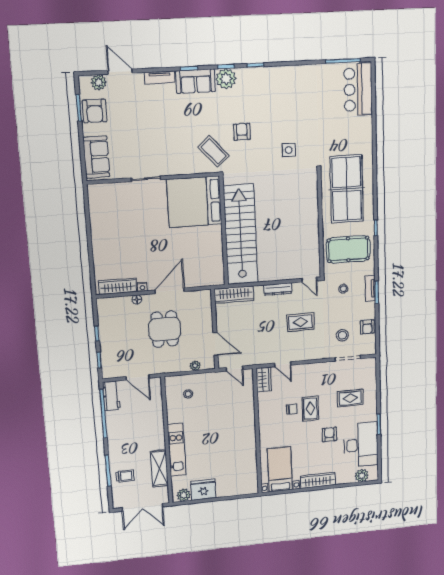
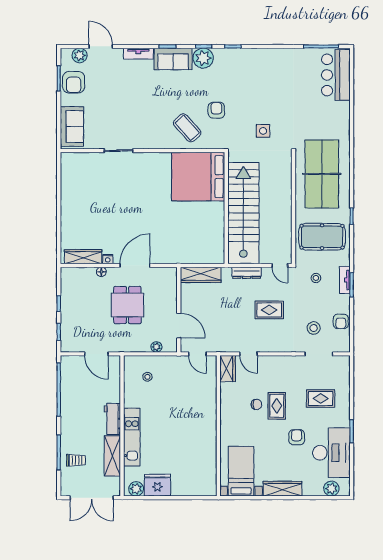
bed: (194, 202) -> (198, 177), moved
wall: (224, 231) -> (226, 208), moved
stairs: (241, 235) -> (243, 213), moved
workbench: (111, 396) -> (112, 419), moved, turned 180

